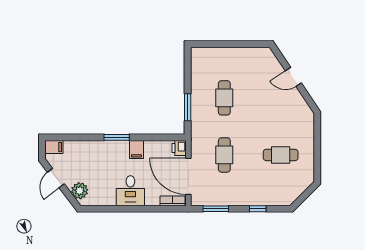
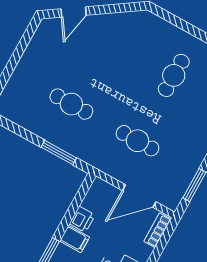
door: (293, 77) -> (74, 12), moved
printer: (179, 148) -> (82, 219), moved, turned -90
door: (188, 176) -> (139, 196), width x0.73

